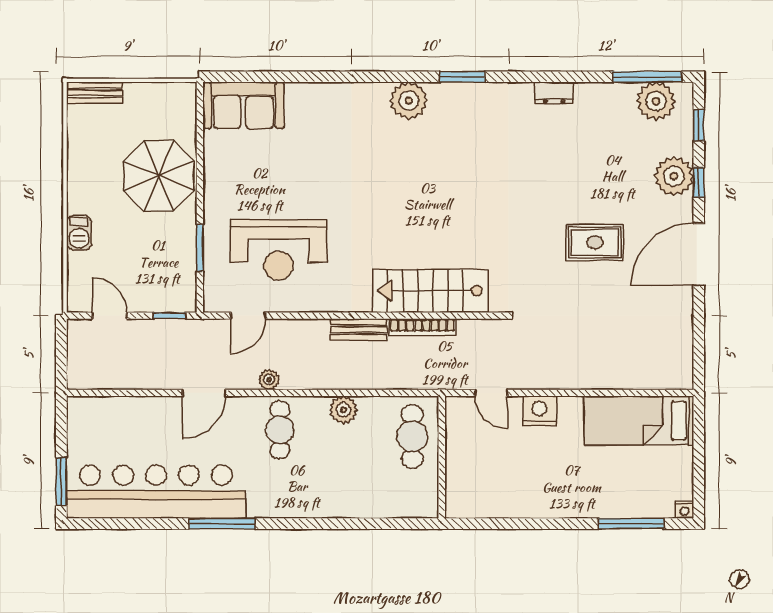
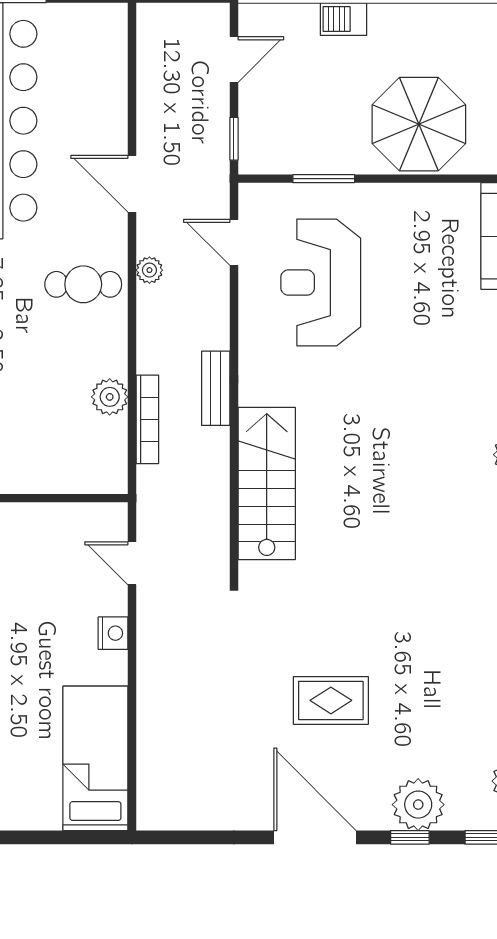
rug: (595, 242) -> (331, 700), turned 90
bookcase: (422, 327) -> (147, 419), moved, turned 180
door: (491, 393) -> (132, 563), hinge flipped
plant: (343, 410) -> (110, 397), moved
nightstand: (540, 411) -> (113, 633), width x0.74, depth x0.75
cafe table: (412, 436) -> (74, 459), removed

